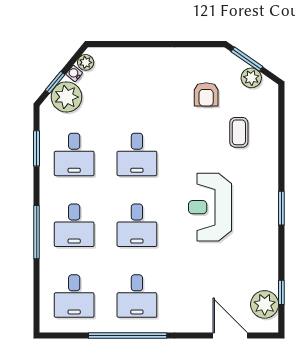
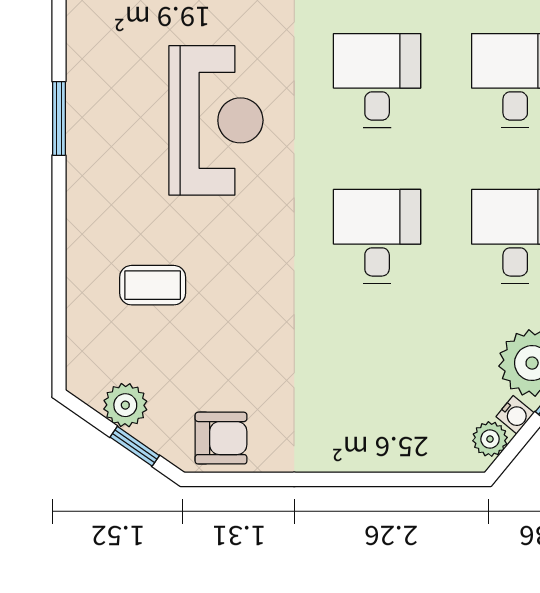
window: (247, 59) -> (135, 446), width x0.67
armchair: (206, 94) -> (221, 438), moved, turned 90
coffee table: (239, 132) -> (153, 285), turned 90

